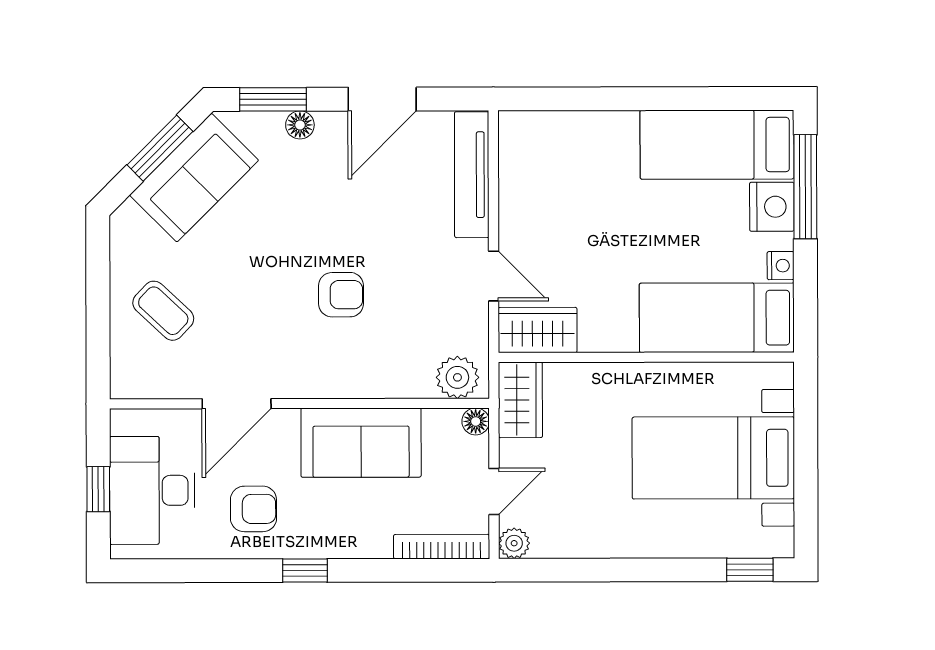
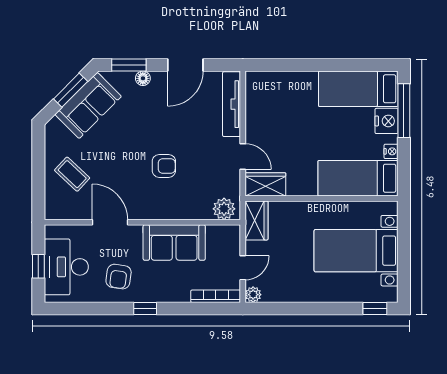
door: (237, 404) -> (110, 222), swing flipped
floor lamp: (476, 421) -> (233, 232), removed
armchair: (253, 509) -> (119, 277), turned 98

